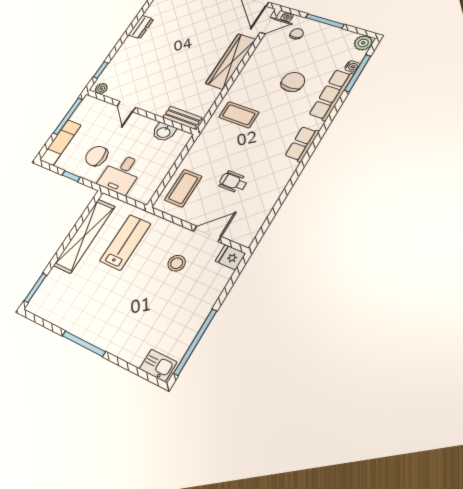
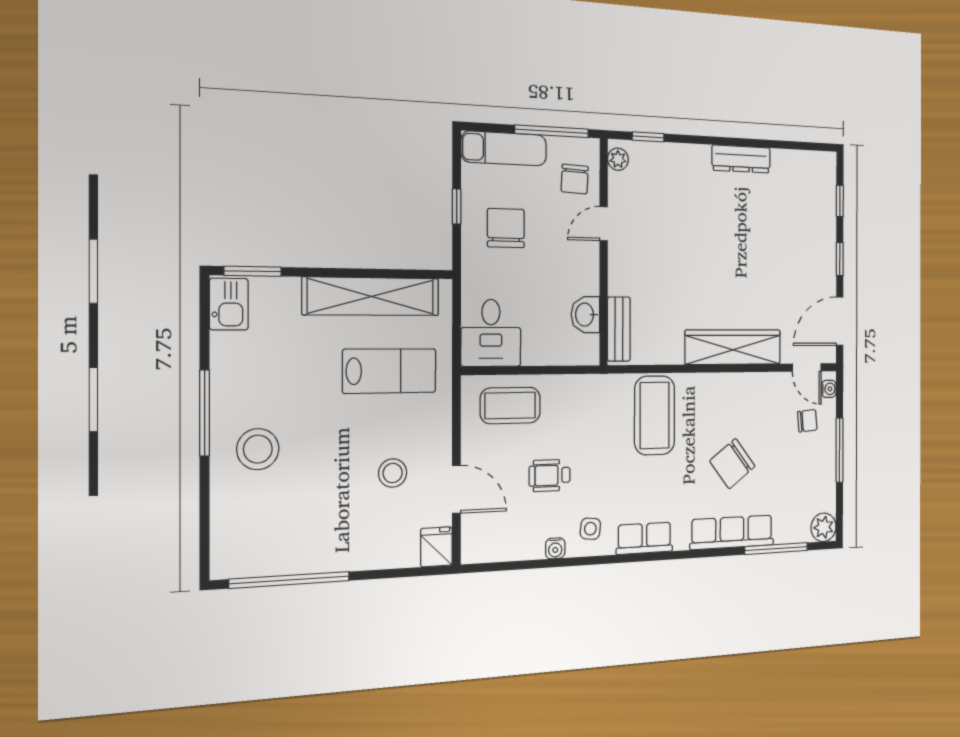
dresser: (141, 27) -> (741, 159), width x1.44
water cooler: (352, 66) -> (555, 548), moved
chair: (293, 82) -> (732, 464), turned 143
chair: (96, 113) -> (575, 179), added
coffee table: (239, 115) -> (655, 415), width x1.36, depth x1.32
side table: (277, 171) -> (590, 529), added
desk: (121, 174) -> (491, 333), moved, turned -90
wheelchair: (233, 182) -> (550, 475), turned -90
stool: (119, 326) -> (258, 449), added
kitchen sink: (158, 365) -> (229, 304), moved

